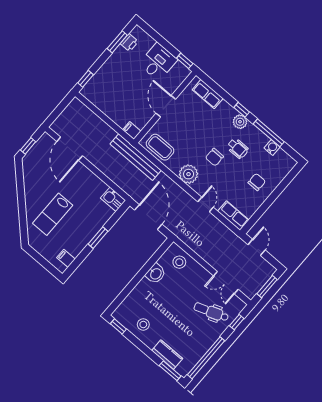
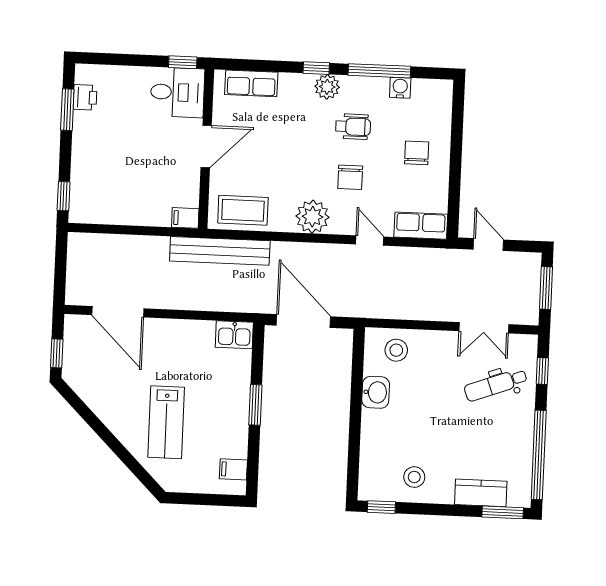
desk: (158, 62) -> (177, 92), moved, turned 90
door: (166, 106) -> (206, 147), swing flipped
chair: (214, 157) -> (350, 177), moved

